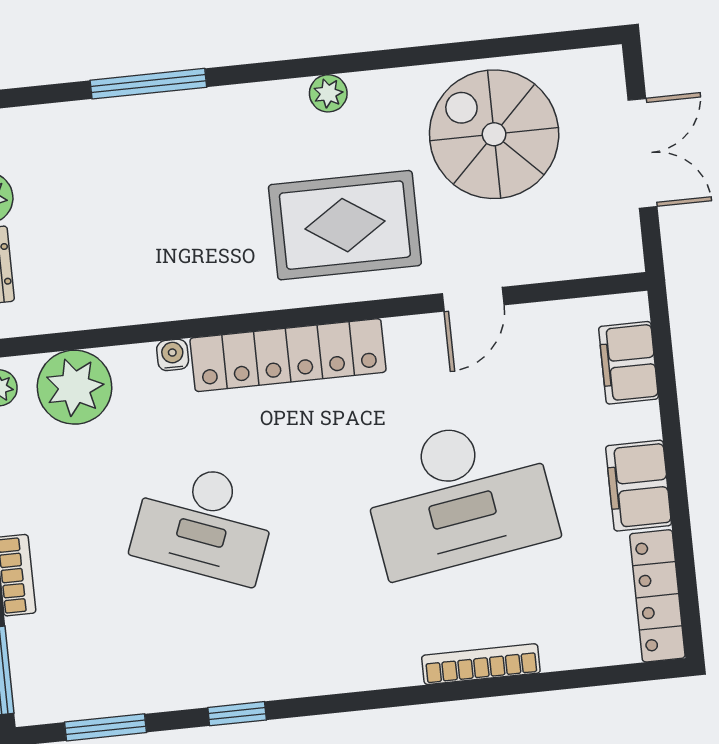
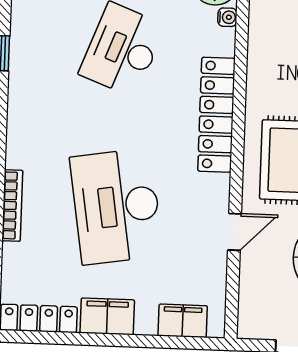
door: (473, 299) -> (235, 232), swing flipped
water cooler: (173, 355) -> (227, 17), moved

